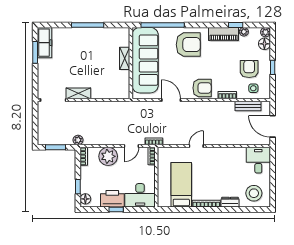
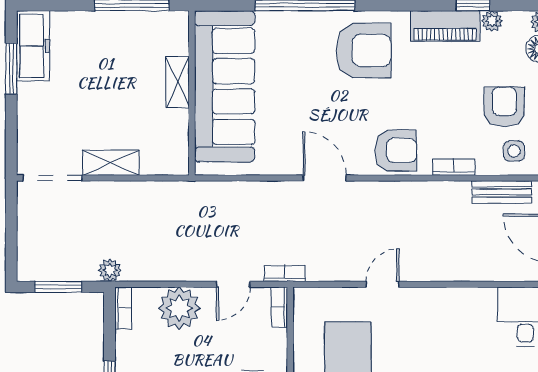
shelving: (125, 58) -> (178, 82), moved
sofa: (145, 60) -> (225, 86), moved
wall: (131, 63) -> (192, 93), moved

